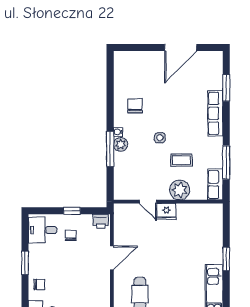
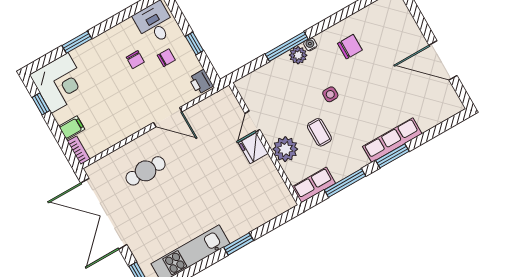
window: (226, 88) -> (392, 156), moved
window: (25, 263) -> (77, 42), moved
chair: (39, 284) -> (135, 60), moved

